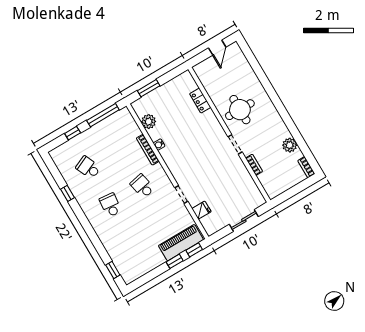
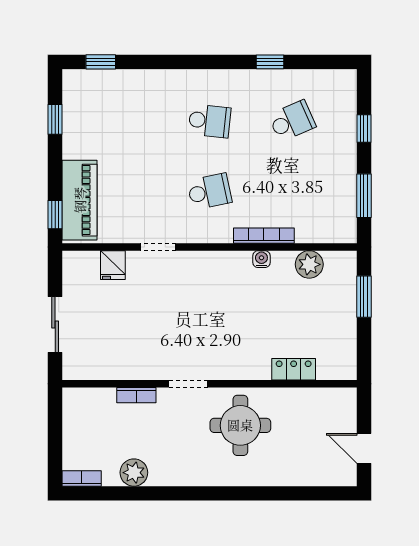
window: (103, 115) -> (364, 196), width x0.69
window: (175, 261) -> (55, 119), moved

